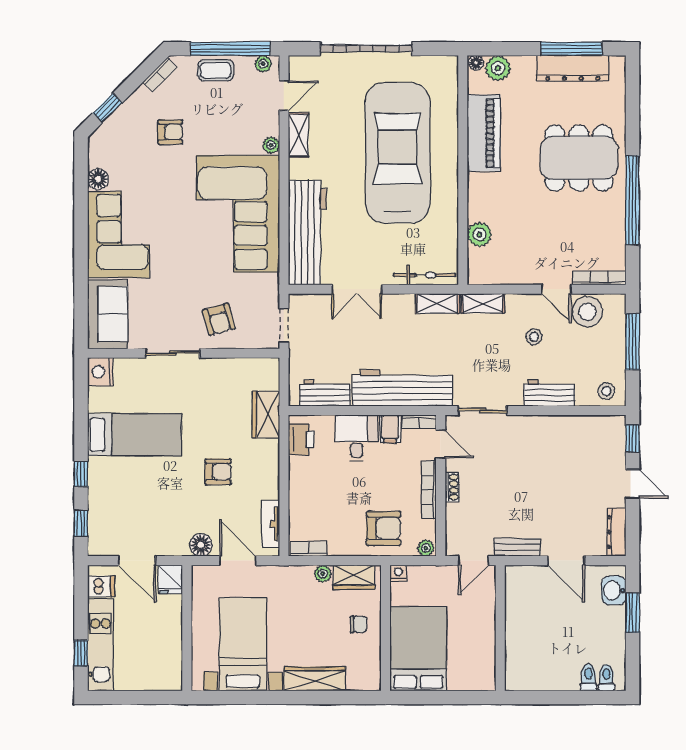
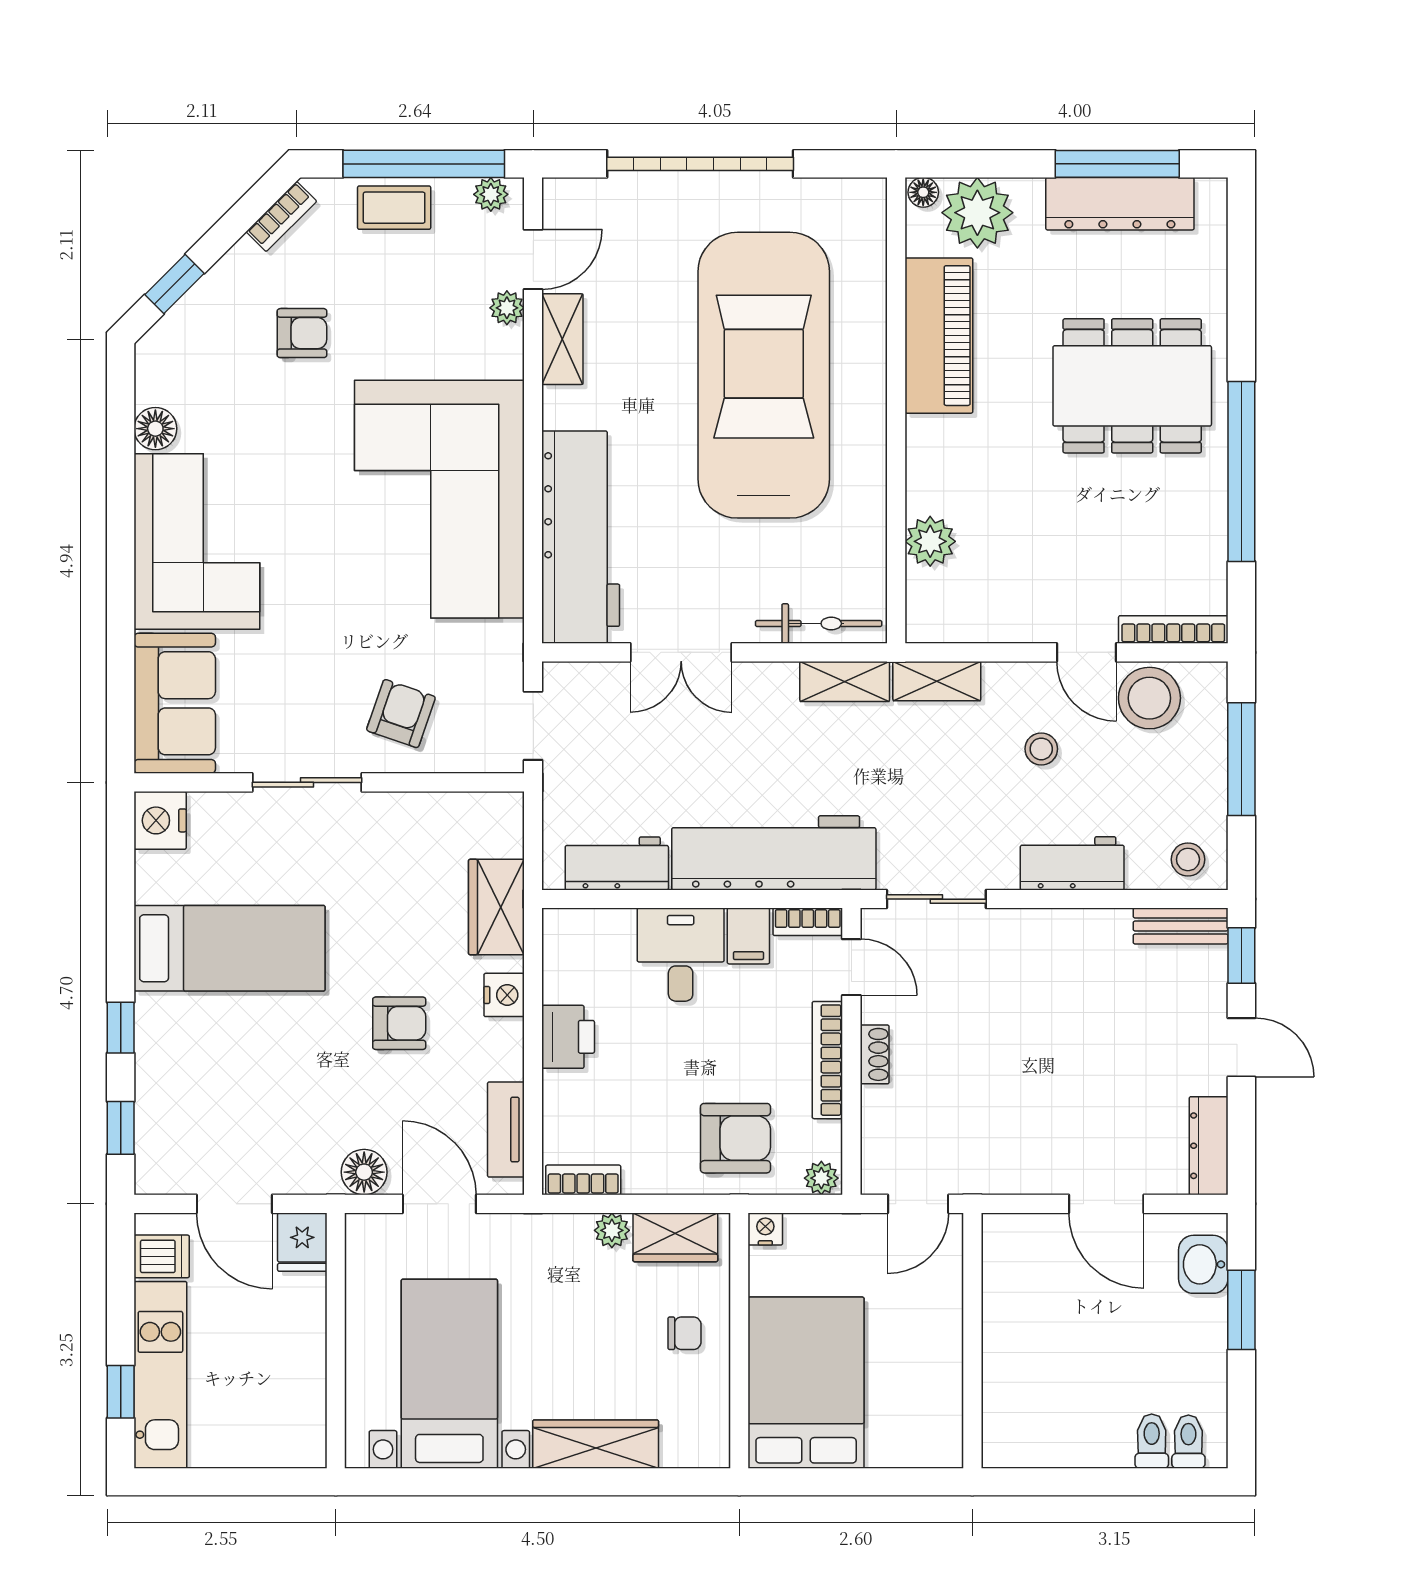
plant: (498, 68) -> (977, 213), width x1.36, depth x1.36
plant: (271, 145) -> (507, 308), moved
armchair: (219, 319) -> (401, 714), turned -145
printer: (301, 439) -> (568, 1037), moved
nightstand: (270, 458) -> (504, 995), added
bench: (517, 547) -> (1181, 926), moved

